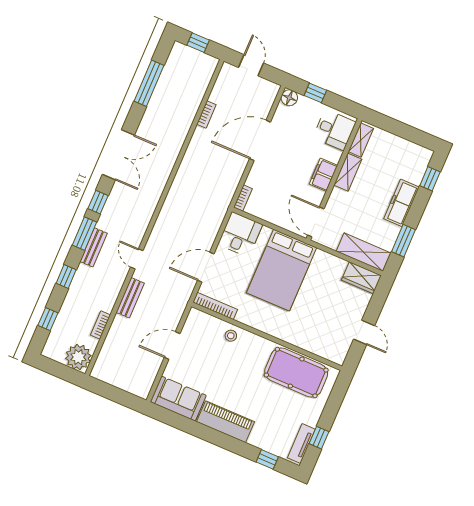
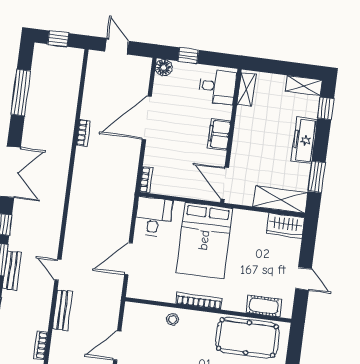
bookcase: (206, 114) -> (83, 133), moved
shelving: (348, 172) -> (304, 86), moved, turned 90
bookcase: (215, 306) -> (199, 301), moved
cot: (320, 347) -> (264, 306), added

